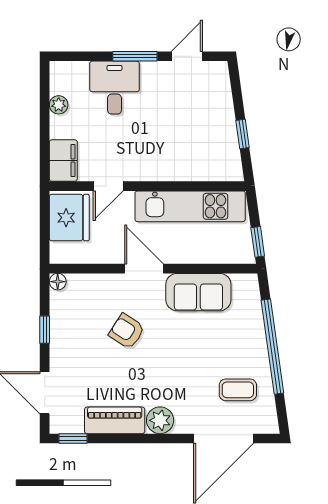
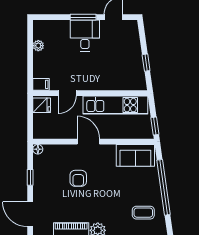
desk: (114, 88) -> (85, 36), moved
filing cabinet: (63, 160) -> (41, 84), width x0.50
fridge: (69, 218) -> (42, 105), width x0.53, depth x0.75
sofa: (198, 292) -> (135, 155), moved
armchair: (127, 331) -> (78, 178), turned -123

